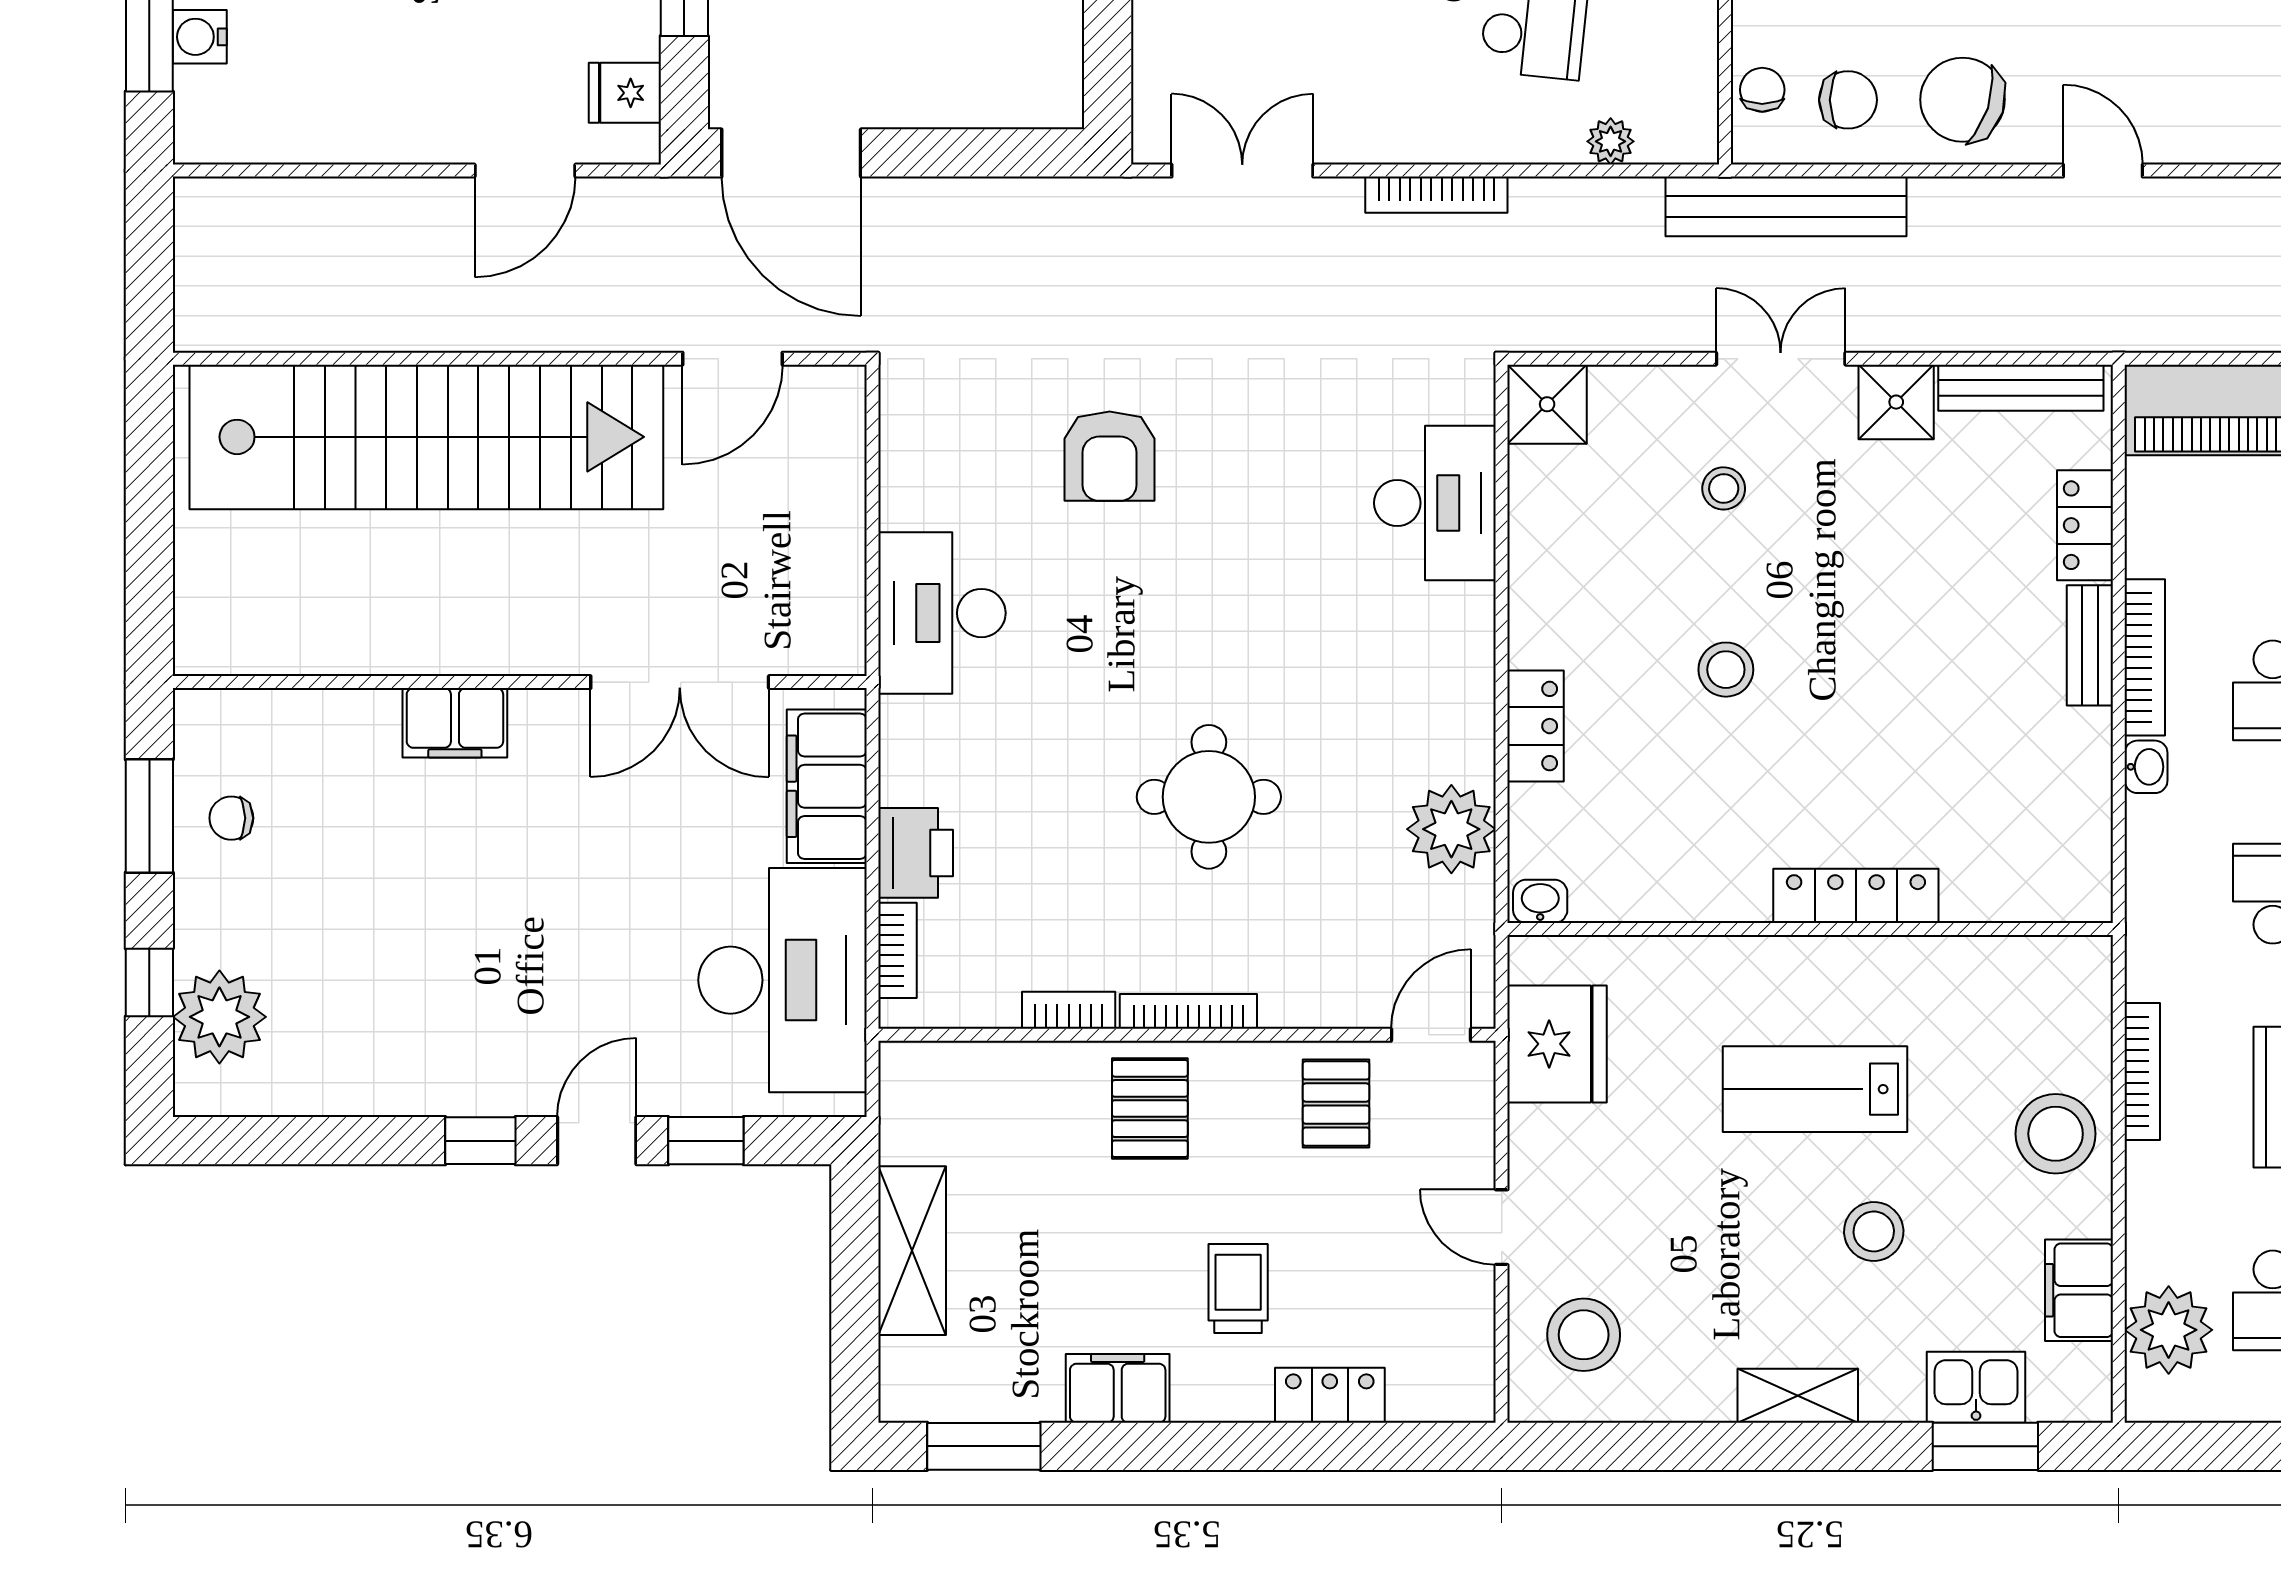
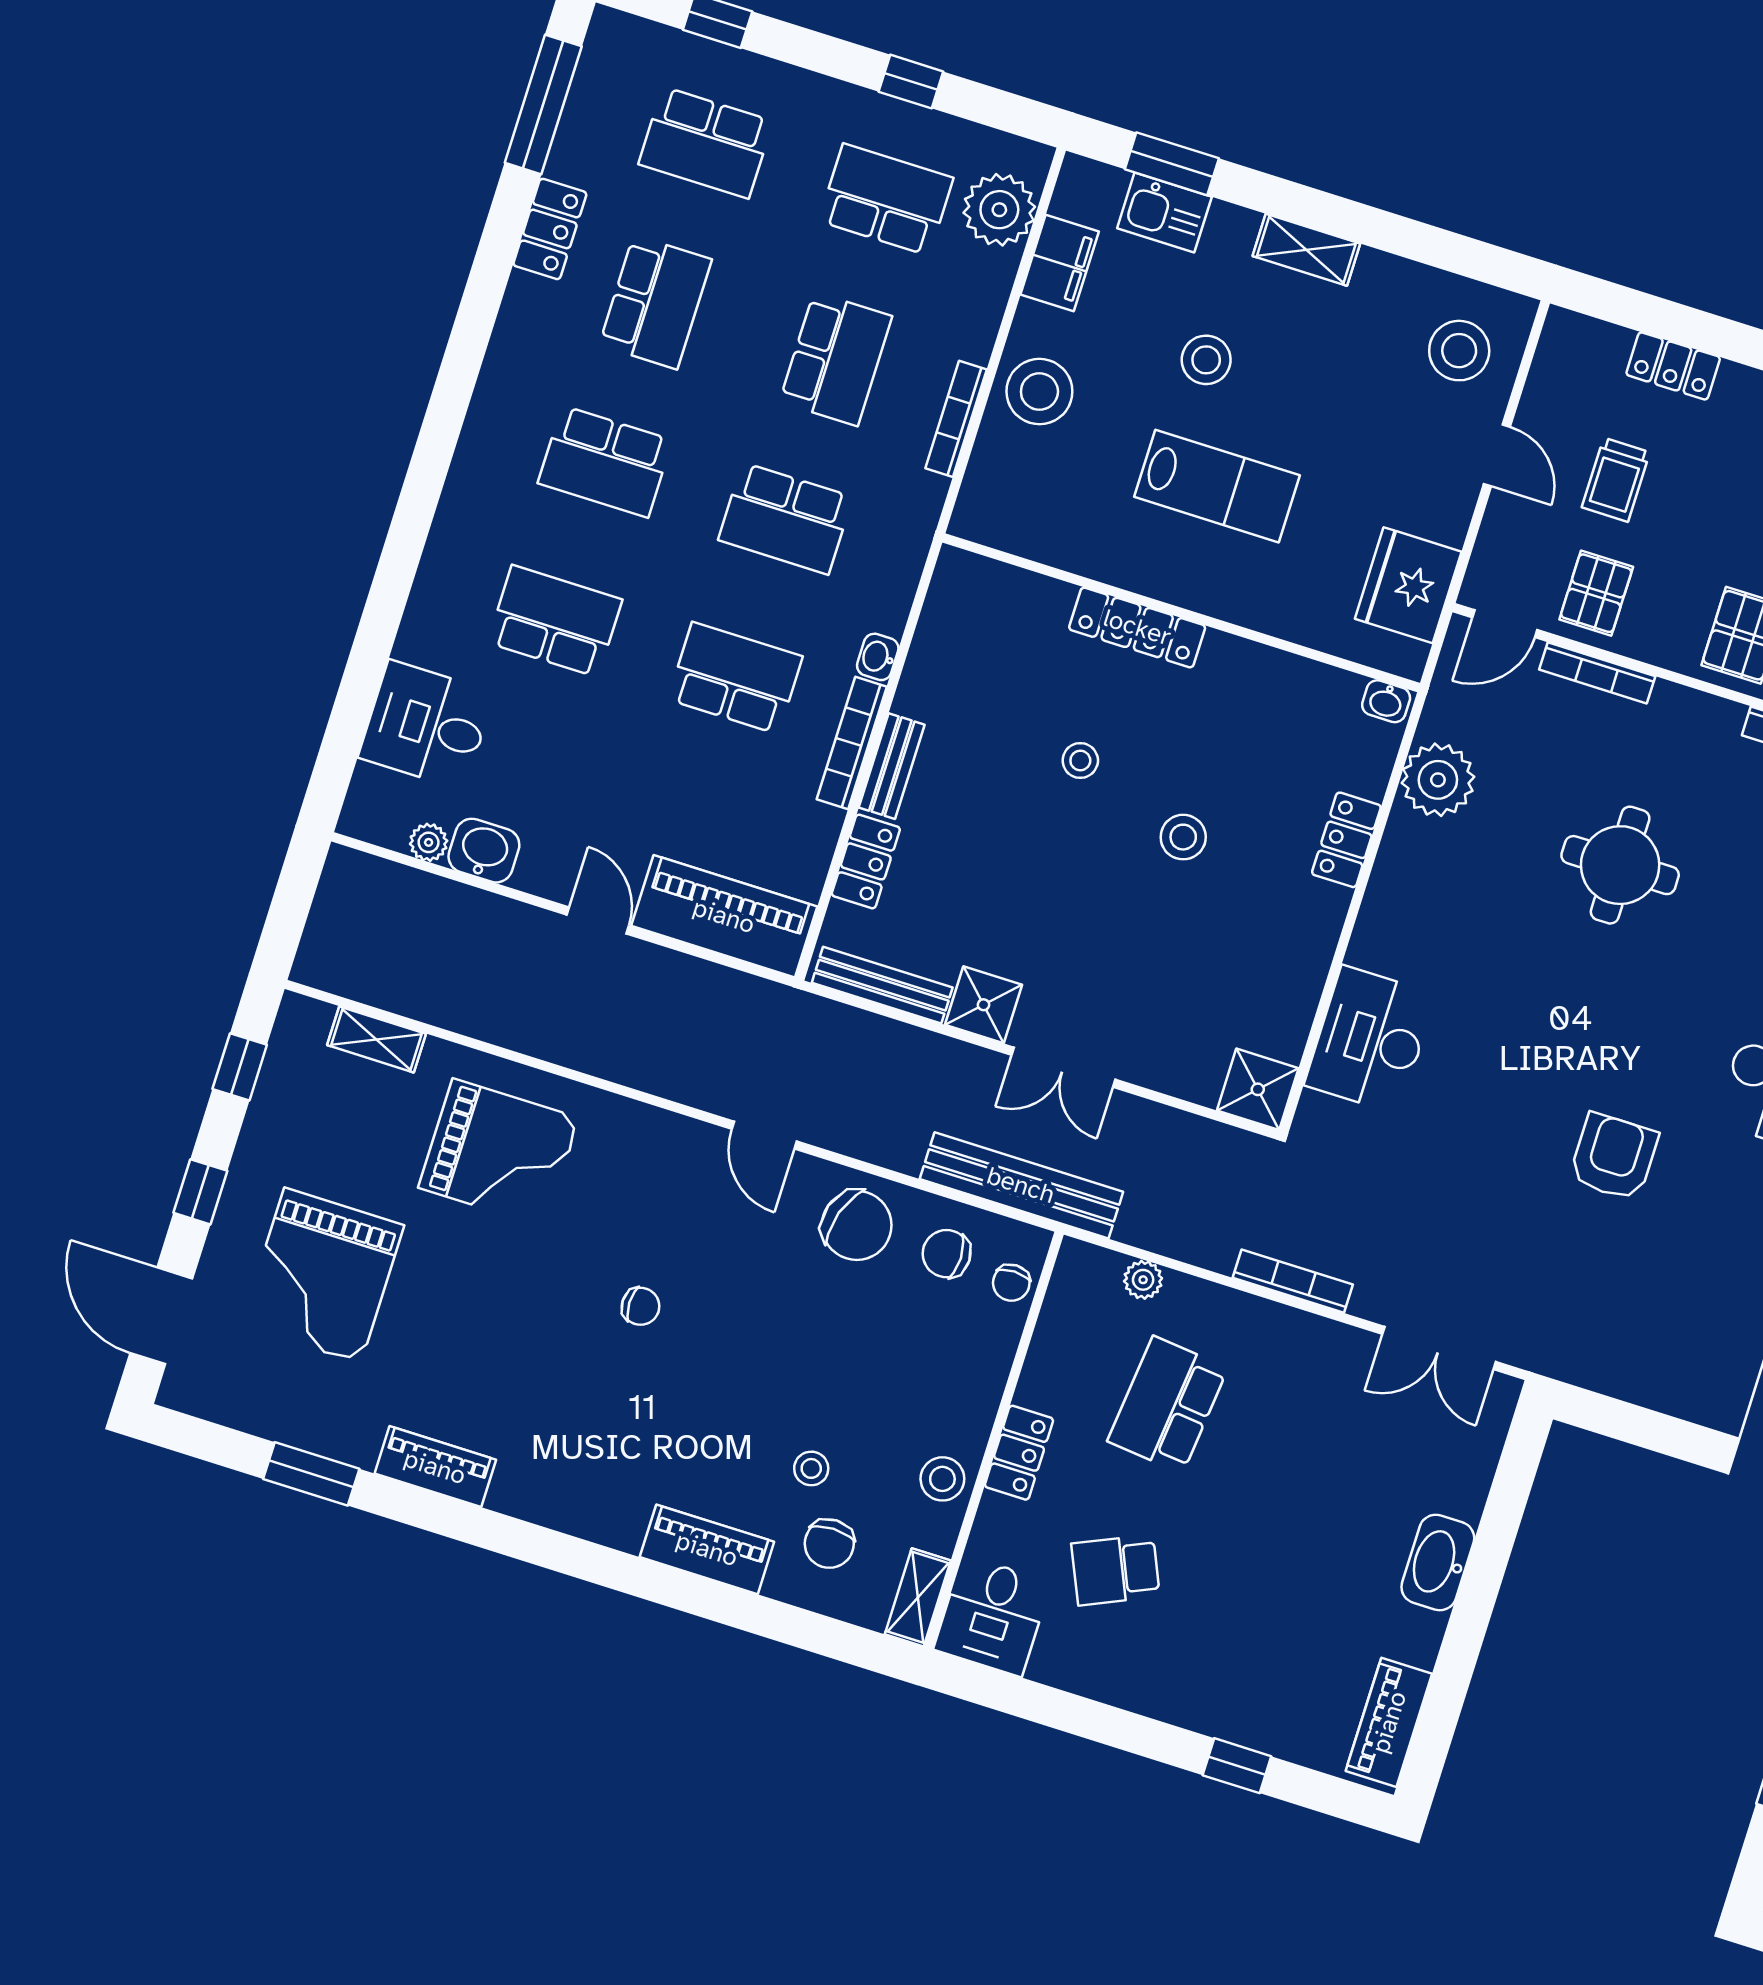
stool: (1724, 488) -> (1080, 761), moved
bookcase: (1188, 1011) -> (1597, 673), moved
trolley: (1238, 1289) -> (1616, 480), moved

